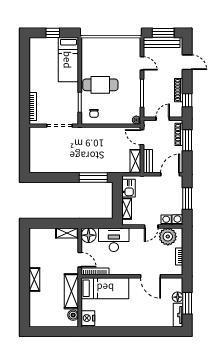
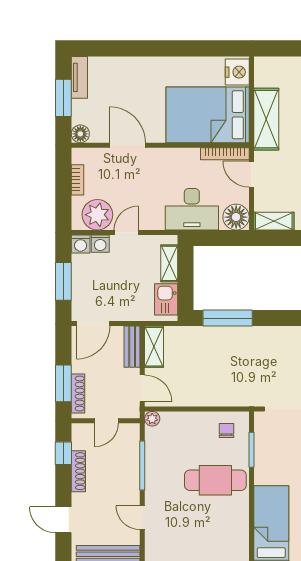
bed: (105, 288) -> (208, 115), width x1.50
floor lamp: (178, 297) -> (80, 134), moved
boiler: (73, 315) -> (263, 77), removed

